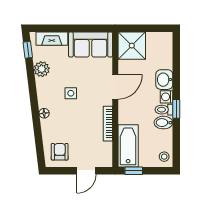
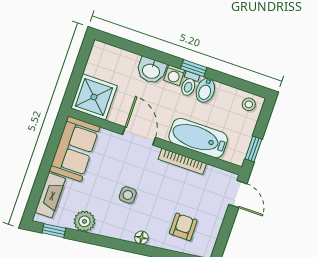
bathtub: (128, 146) -> (198, 138), moved
armchair: (60, 152) -> (183, 227), moved, turned 90
door: (86, 171) -> (238, 194), moved

